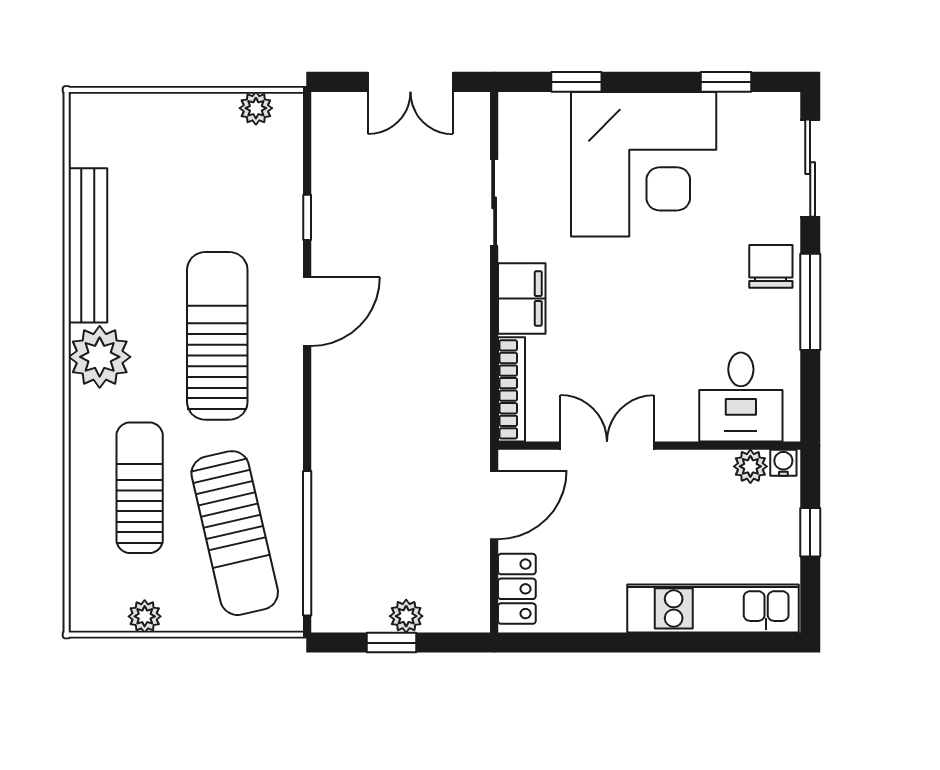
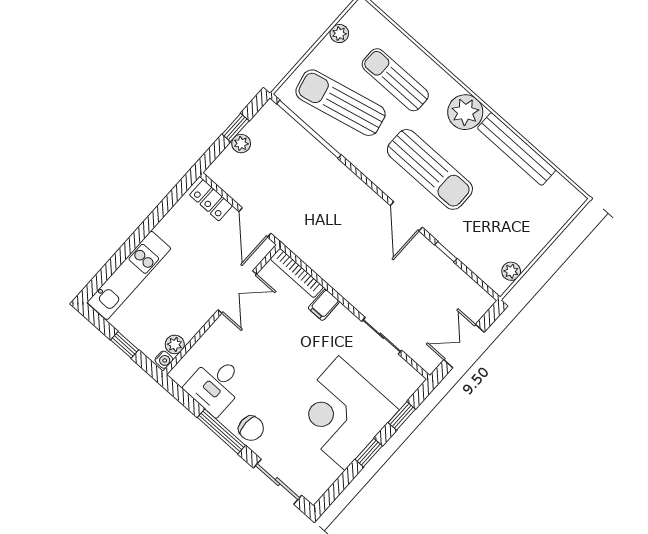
window: (726, 82) -> (369, 453), moved
filing cabinet: (522, 298) -> (324, 305), width x0.50
desk: (741, 397) -> (215, 385), moved, turned -90
sun lounger: (140, 488) -> (395, 80), turned 180

